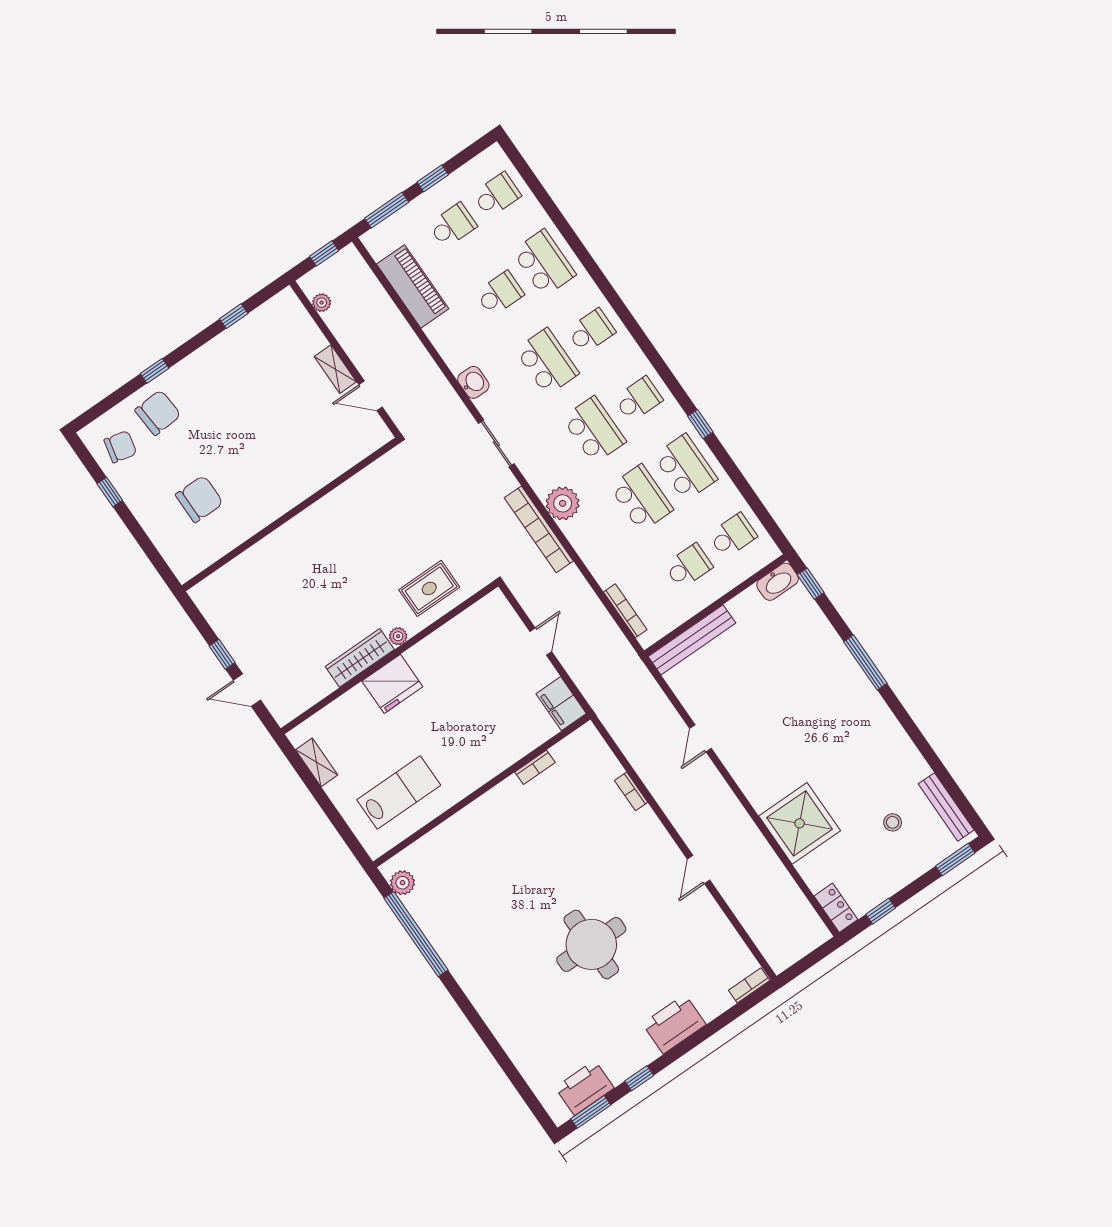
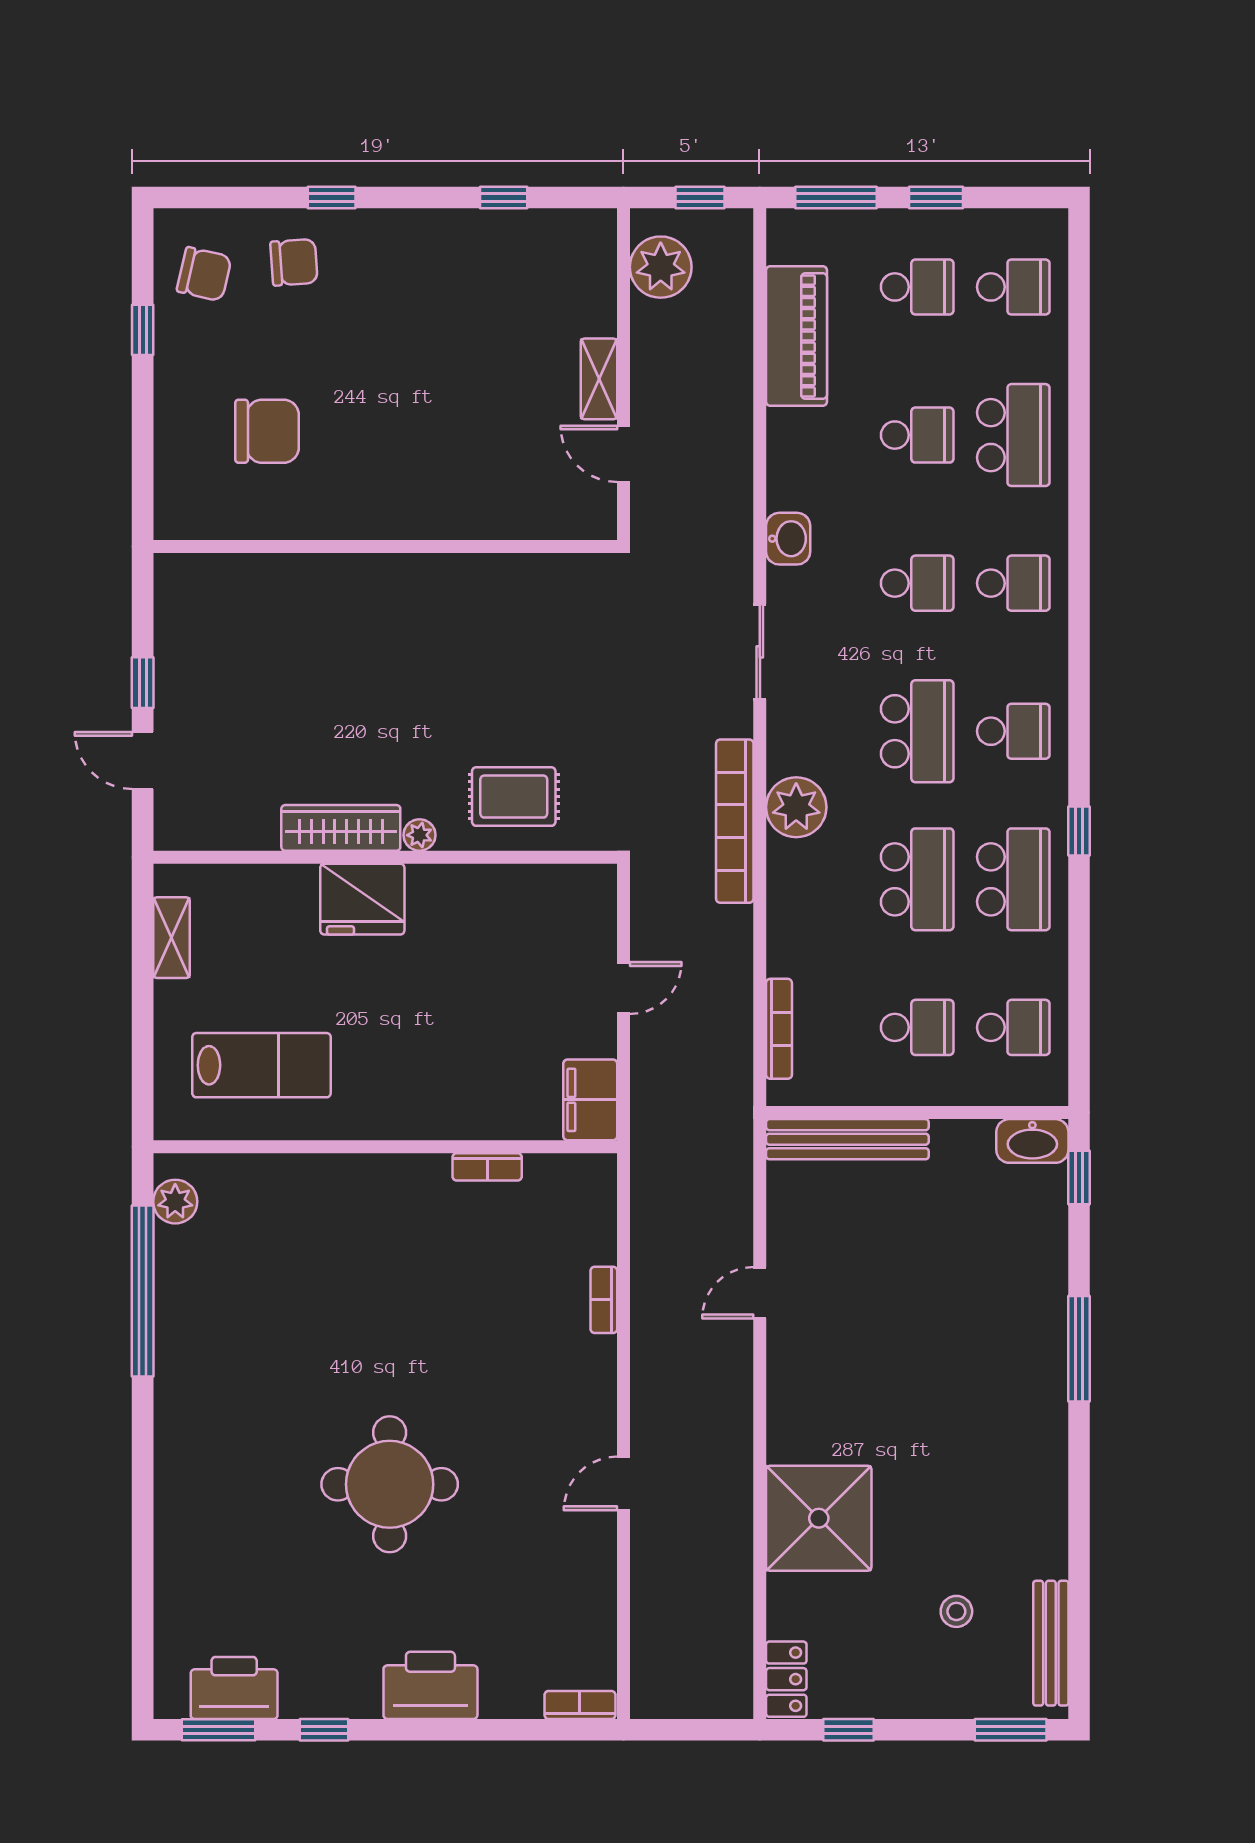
plant: (322, 303) -> (661, 267), width x1.88, depth x1.88
school desk: (547, 362) -> (917, 583), width x0.54
chair: (158, 413) -> (294, 262), width x0.73, depth x0.73

